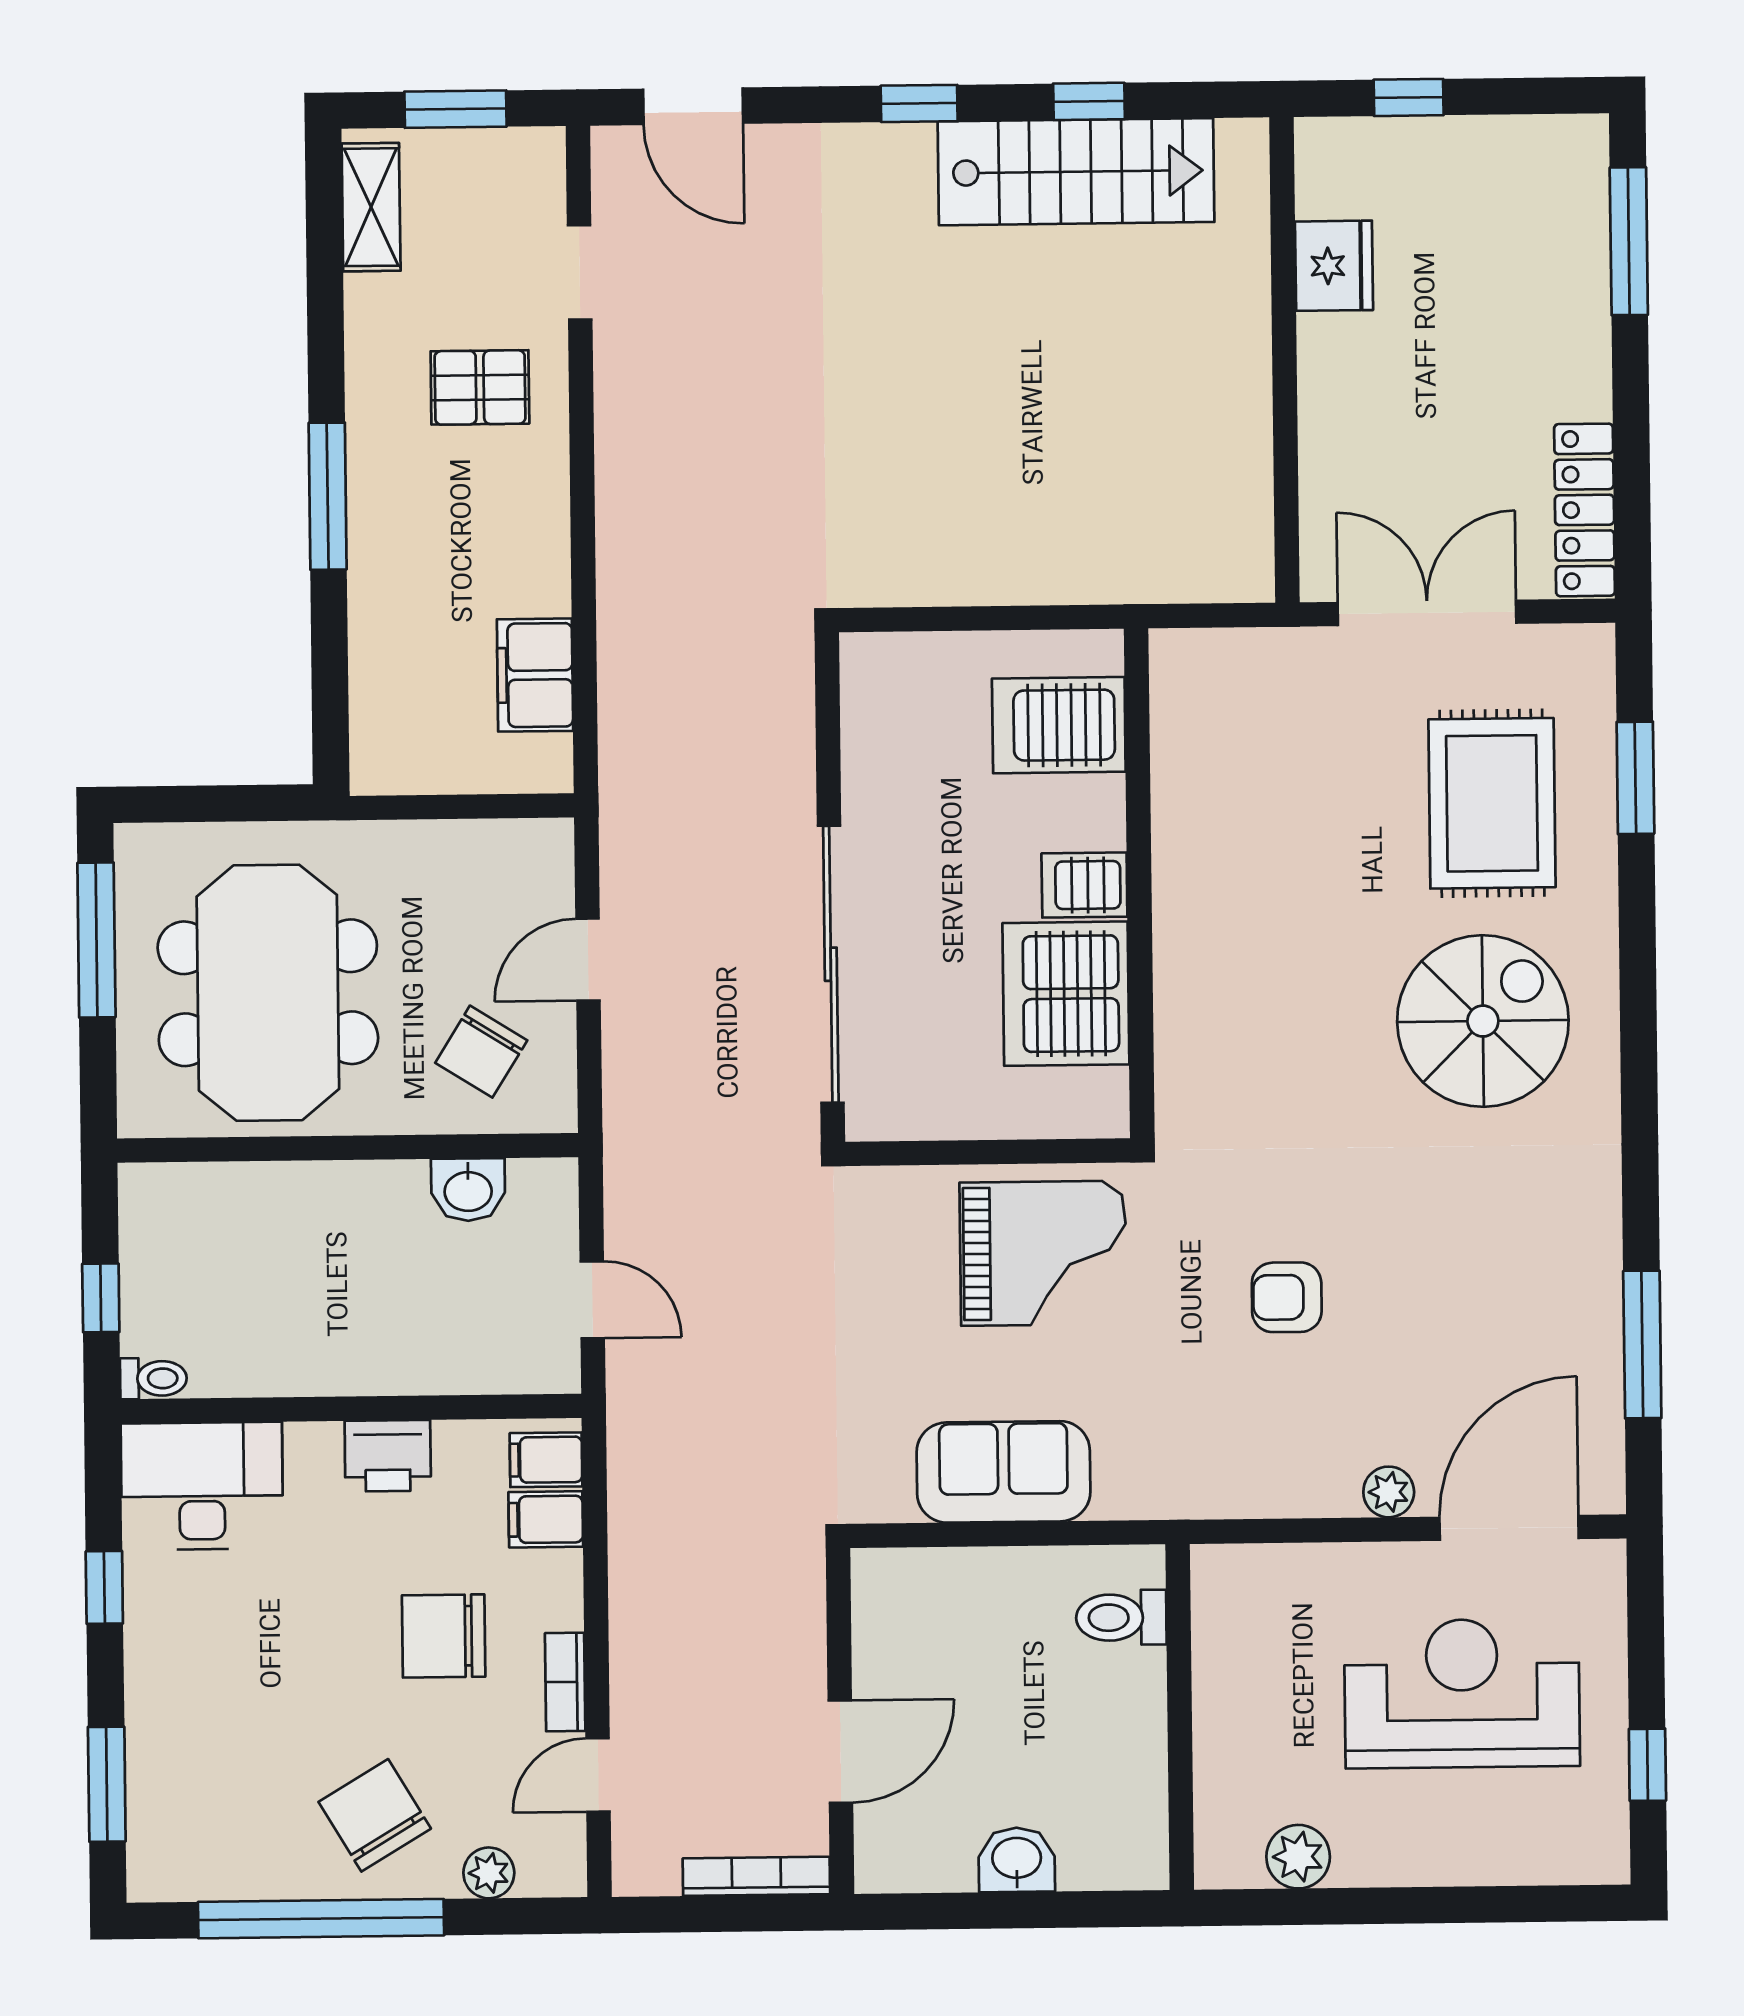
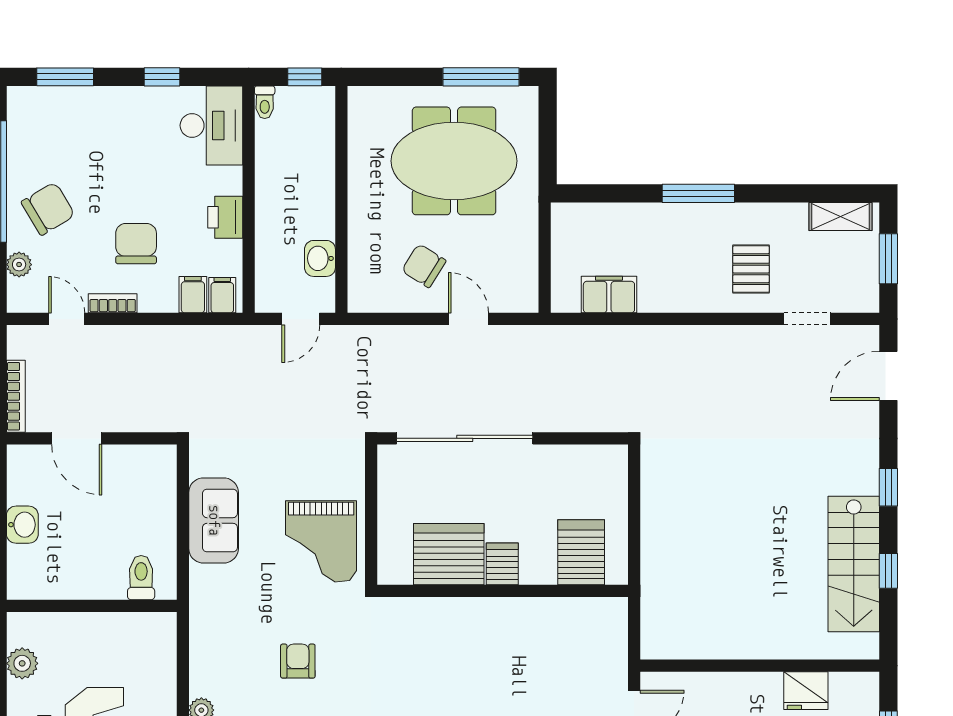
wall: (348, 1148) -> (341, 199), moved
washbasin: (468, 1190) -> (320, 258), moved

